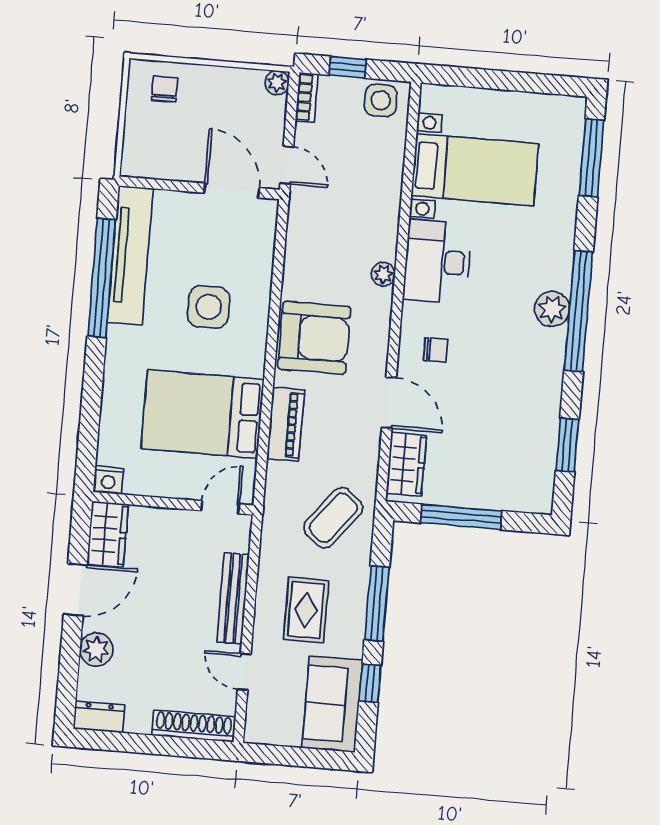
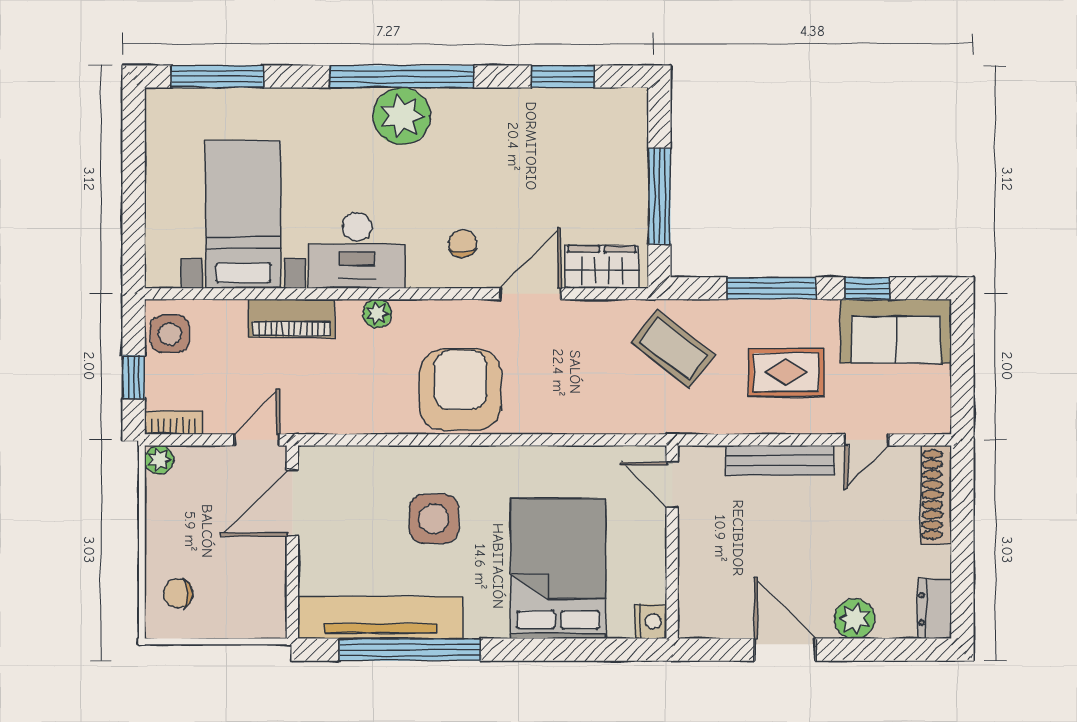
plant: (552, 309) -> (402, 116), width x1.36, depth x1.36
bed: (203, 414) -> (558, 569), moved, turned 180
piano: (286, 424) -> (291, 318), moved, turned 180
wardrobe: (108, 534) -> (715, 617), removed

